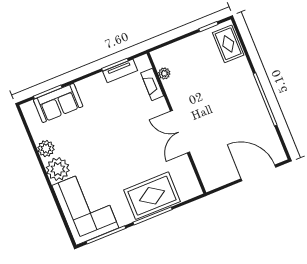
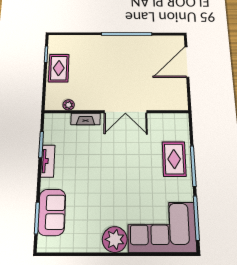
rug: (228, 44) -> (59, 68), moved, turned 90
tv unit: (120, 71) -> (48, 161), moved
fireplace: (152, 84) -> (86, 119), moved
plant: (46, 148) -> (90, 243), removed
rug: (152, 196) -> (174, 159), width x0.73, depth x0.70

